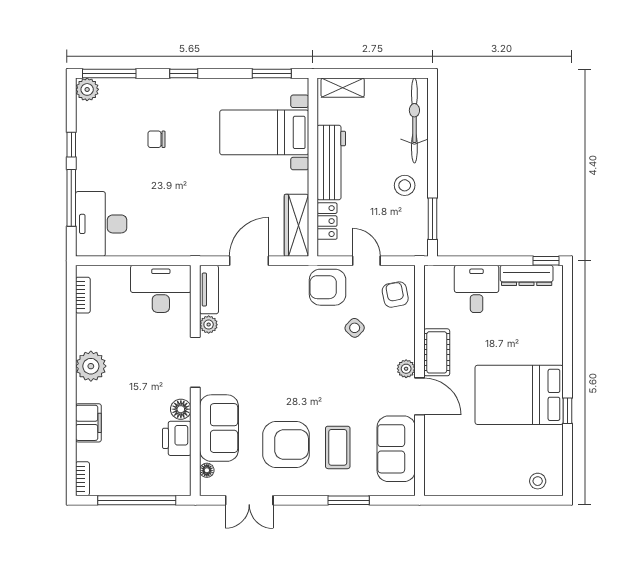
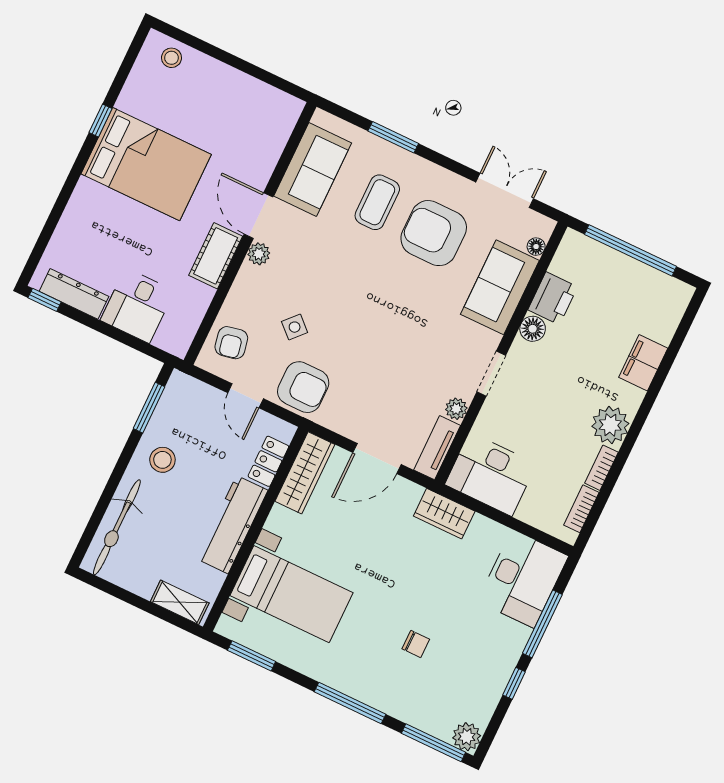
window: (184, 74) -> (350, 703), width x2.17
wardrobe: (181, 244) -> (444, 514), added
doorway: (195, 362) -> (491, 374), width x0.73
bookcase: (82, 479) -> (601, 468), moved

